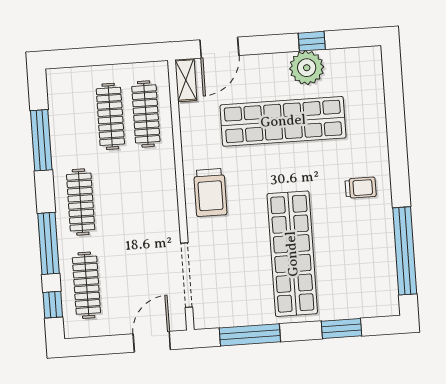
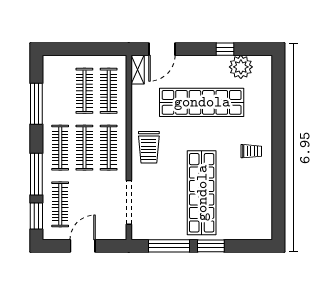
plant: (307, 68) -> (241, 67), moved
clothes rail: (152, 197) -> (109, 148), added
clothes rail: (116, 200) -> (84, 148), added
window: (405, 251) -> (278, 196), removed
window: (53, 305) -> (36, 216), width x1.50
window: (341, 328) -> (211, 246), moved
door: (152, 342) -> (83, 246), moved

